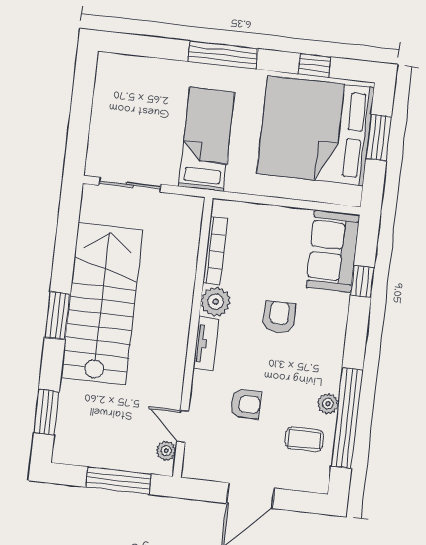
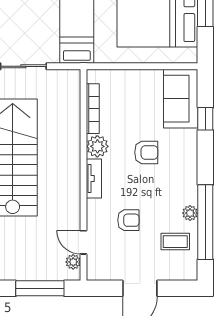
armchair: (279, 317) -> (146, 152), turned 90

